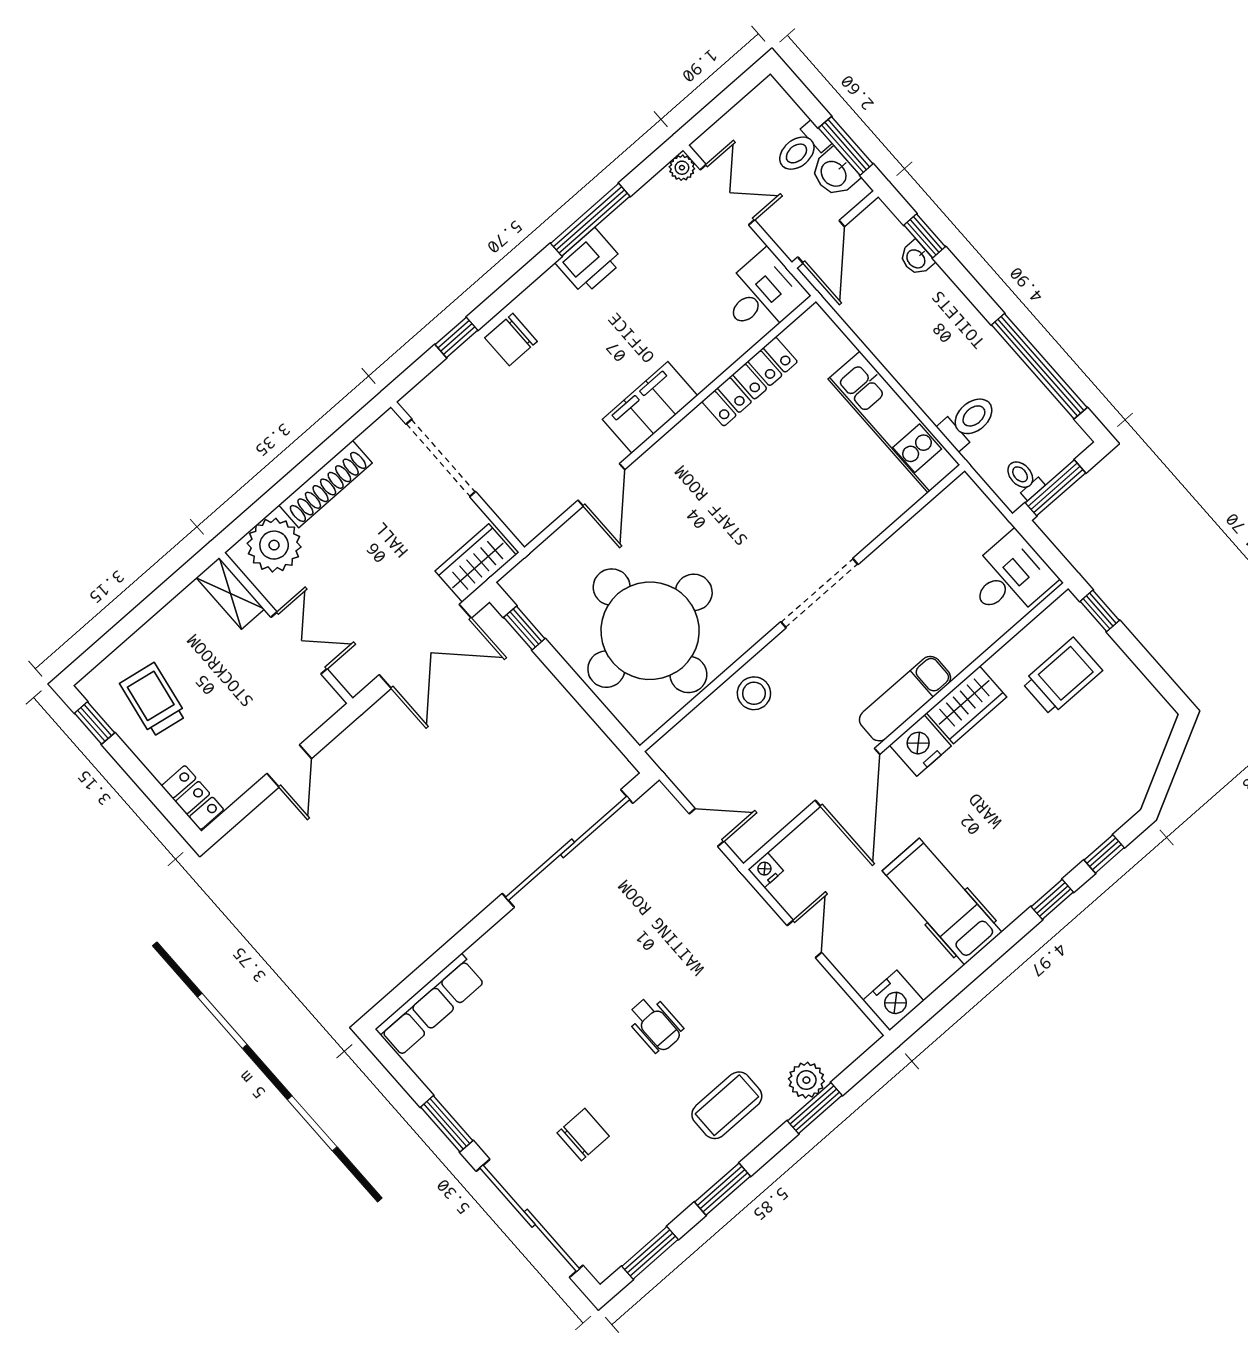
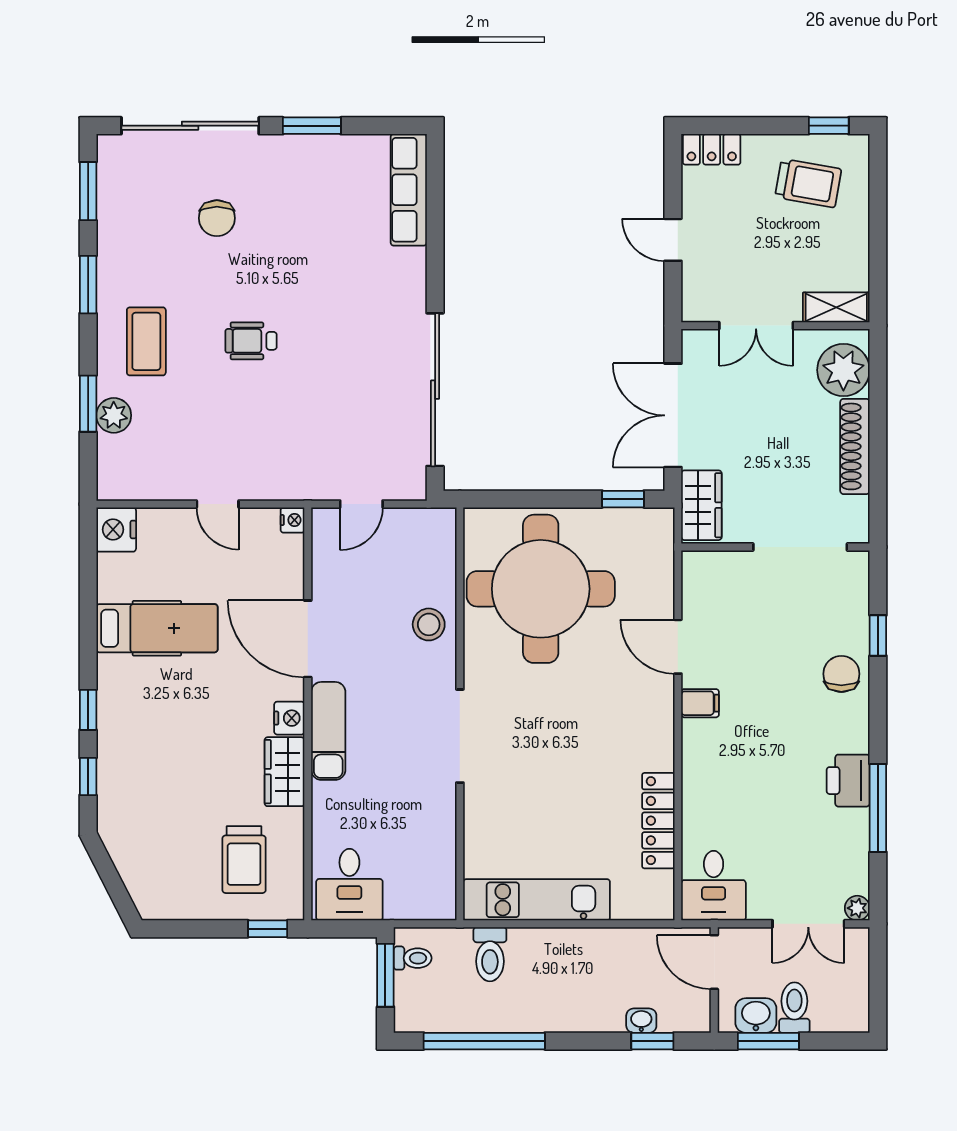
filing cabinet: (650, 407) -> (700, 703), width x0.33, depth x0.86
nightstand: (920, 746) -> (289, 718), width x0.74, depth x0.75

